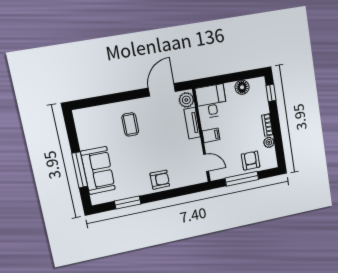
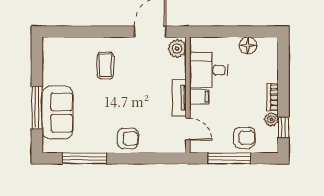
window: (271, 93) -> (283, 127), moved
desk: (211, 101) -> (209, 70), moved, turned -90
tv unit: (192, 123) -> (179, 98), moved
armchair: (251, 161) -> (244, 138), turned 90
window: (128, 203) -> (85, 158), width x1.44

